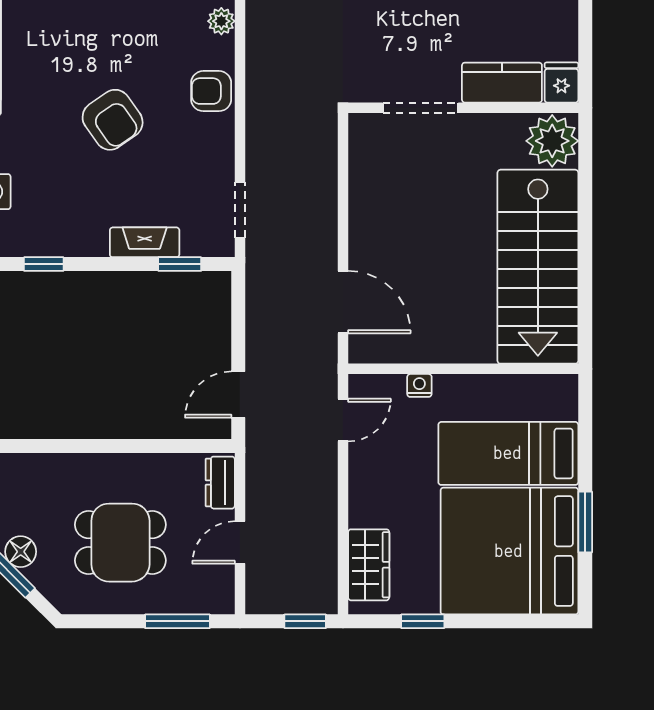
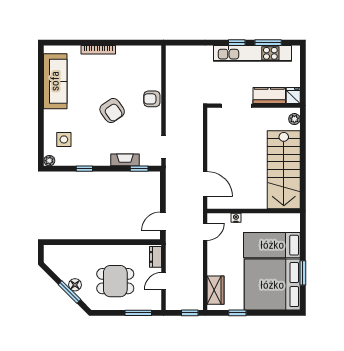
plant: (221, 21) -> (156, 71), removed
plant: (552, 141) -> (294, 119), width x0.53, depth x0.53

